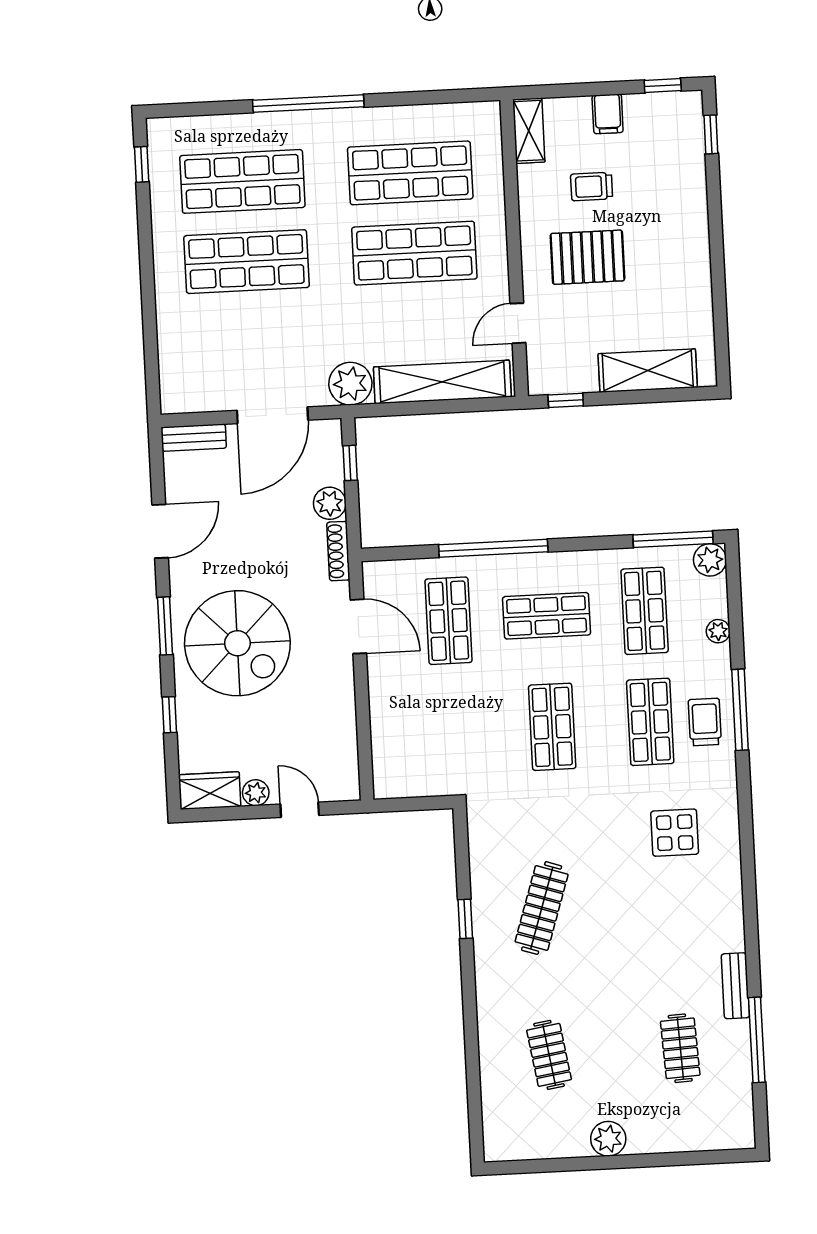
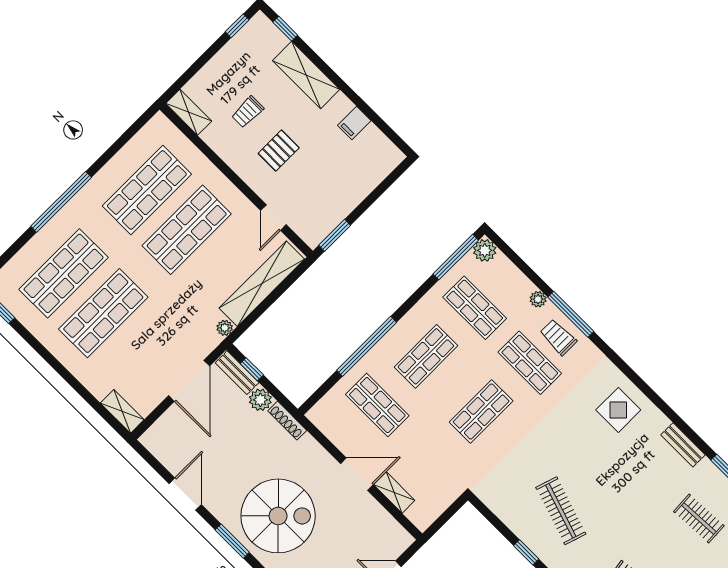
filing cabinet: (608, 114) -> (354, 123), moved, turned 90
pallet: (587, 257) -> (279, 151), width x0.67, depth x0.71
shelving: (648, 371) -> (306, 75), moved, turned 90
shelving: (173, 384) -> (122, 411), added
plant: (350, 384) -> (225, 328), width x0.53, depth x0.53
window: (566, 400) -> (335, 235), width x1.50
bench: (194, 438) -> (237, 373), moved, turned 90
door: (358, 626) -> (357, 474), moved
plant: (718, 631) -> (538, 299), moved
shop shelf: (552, 727) -> (481, 411), turned 90
shelving: (383, 729) -> (394, 493), added
display table: (675, 833) -> (618, 410), moved
bench: (735, 986) -> (683, 445), moved

